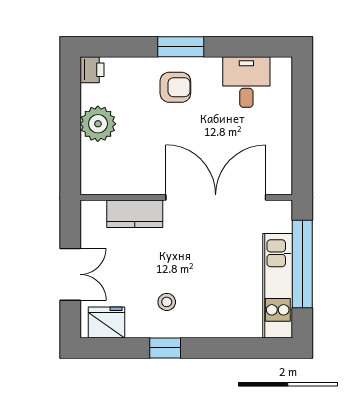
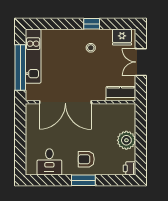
kitchen counter: (135, 214) -> (121, 94), moved

